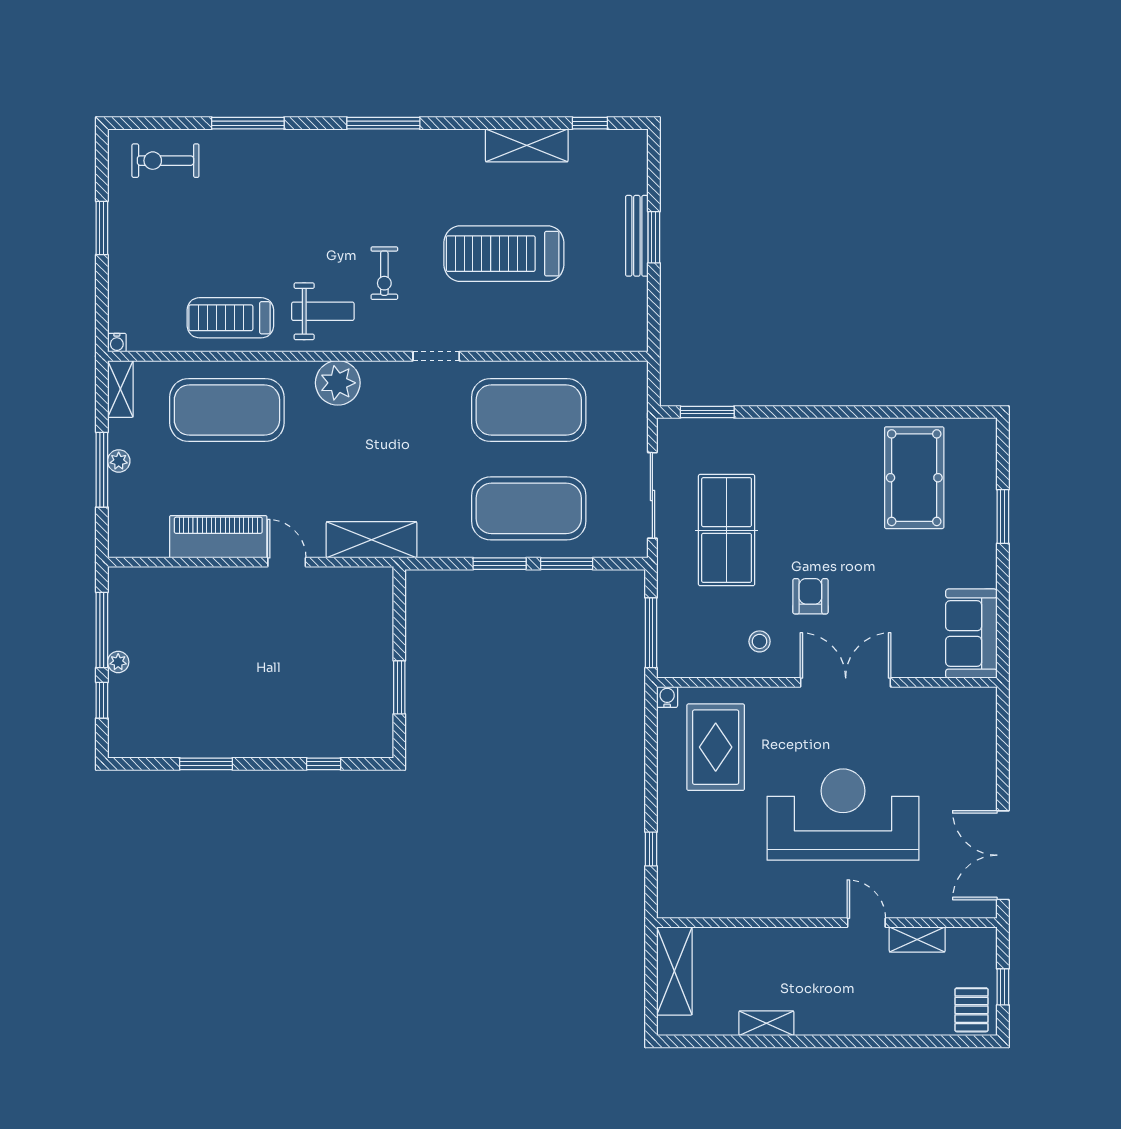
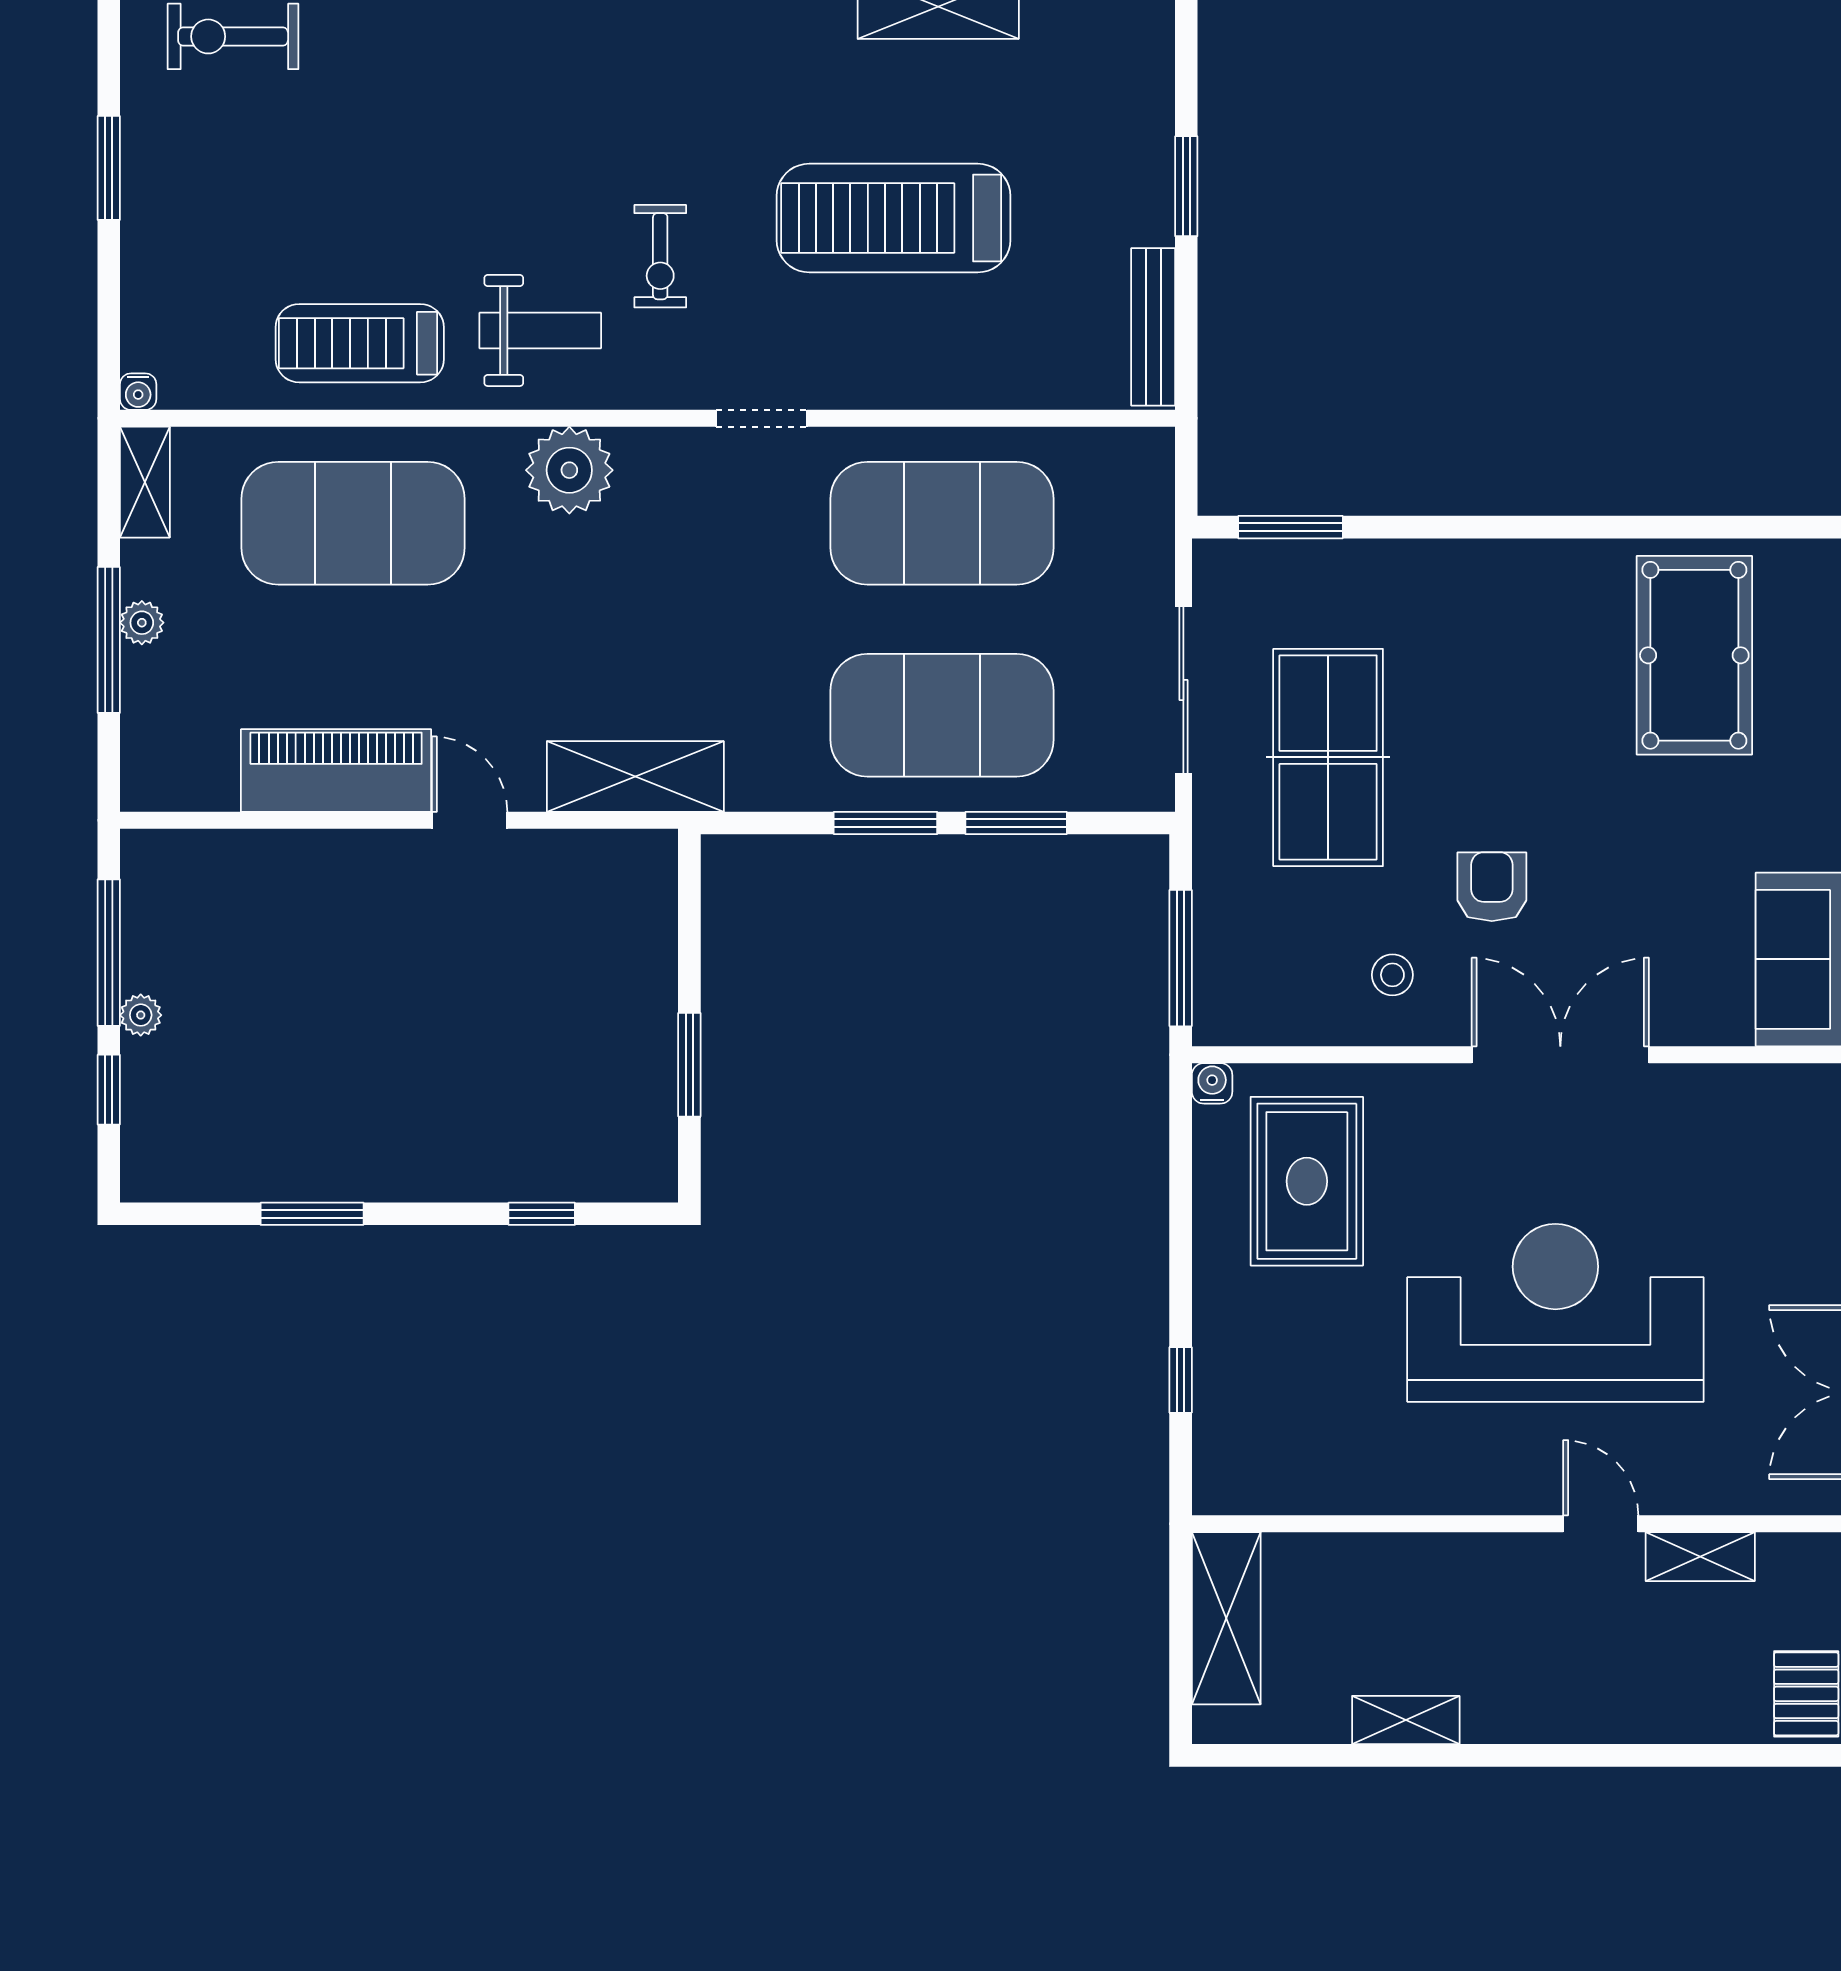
bench: (637, 236) -> (1153, 327), moved

